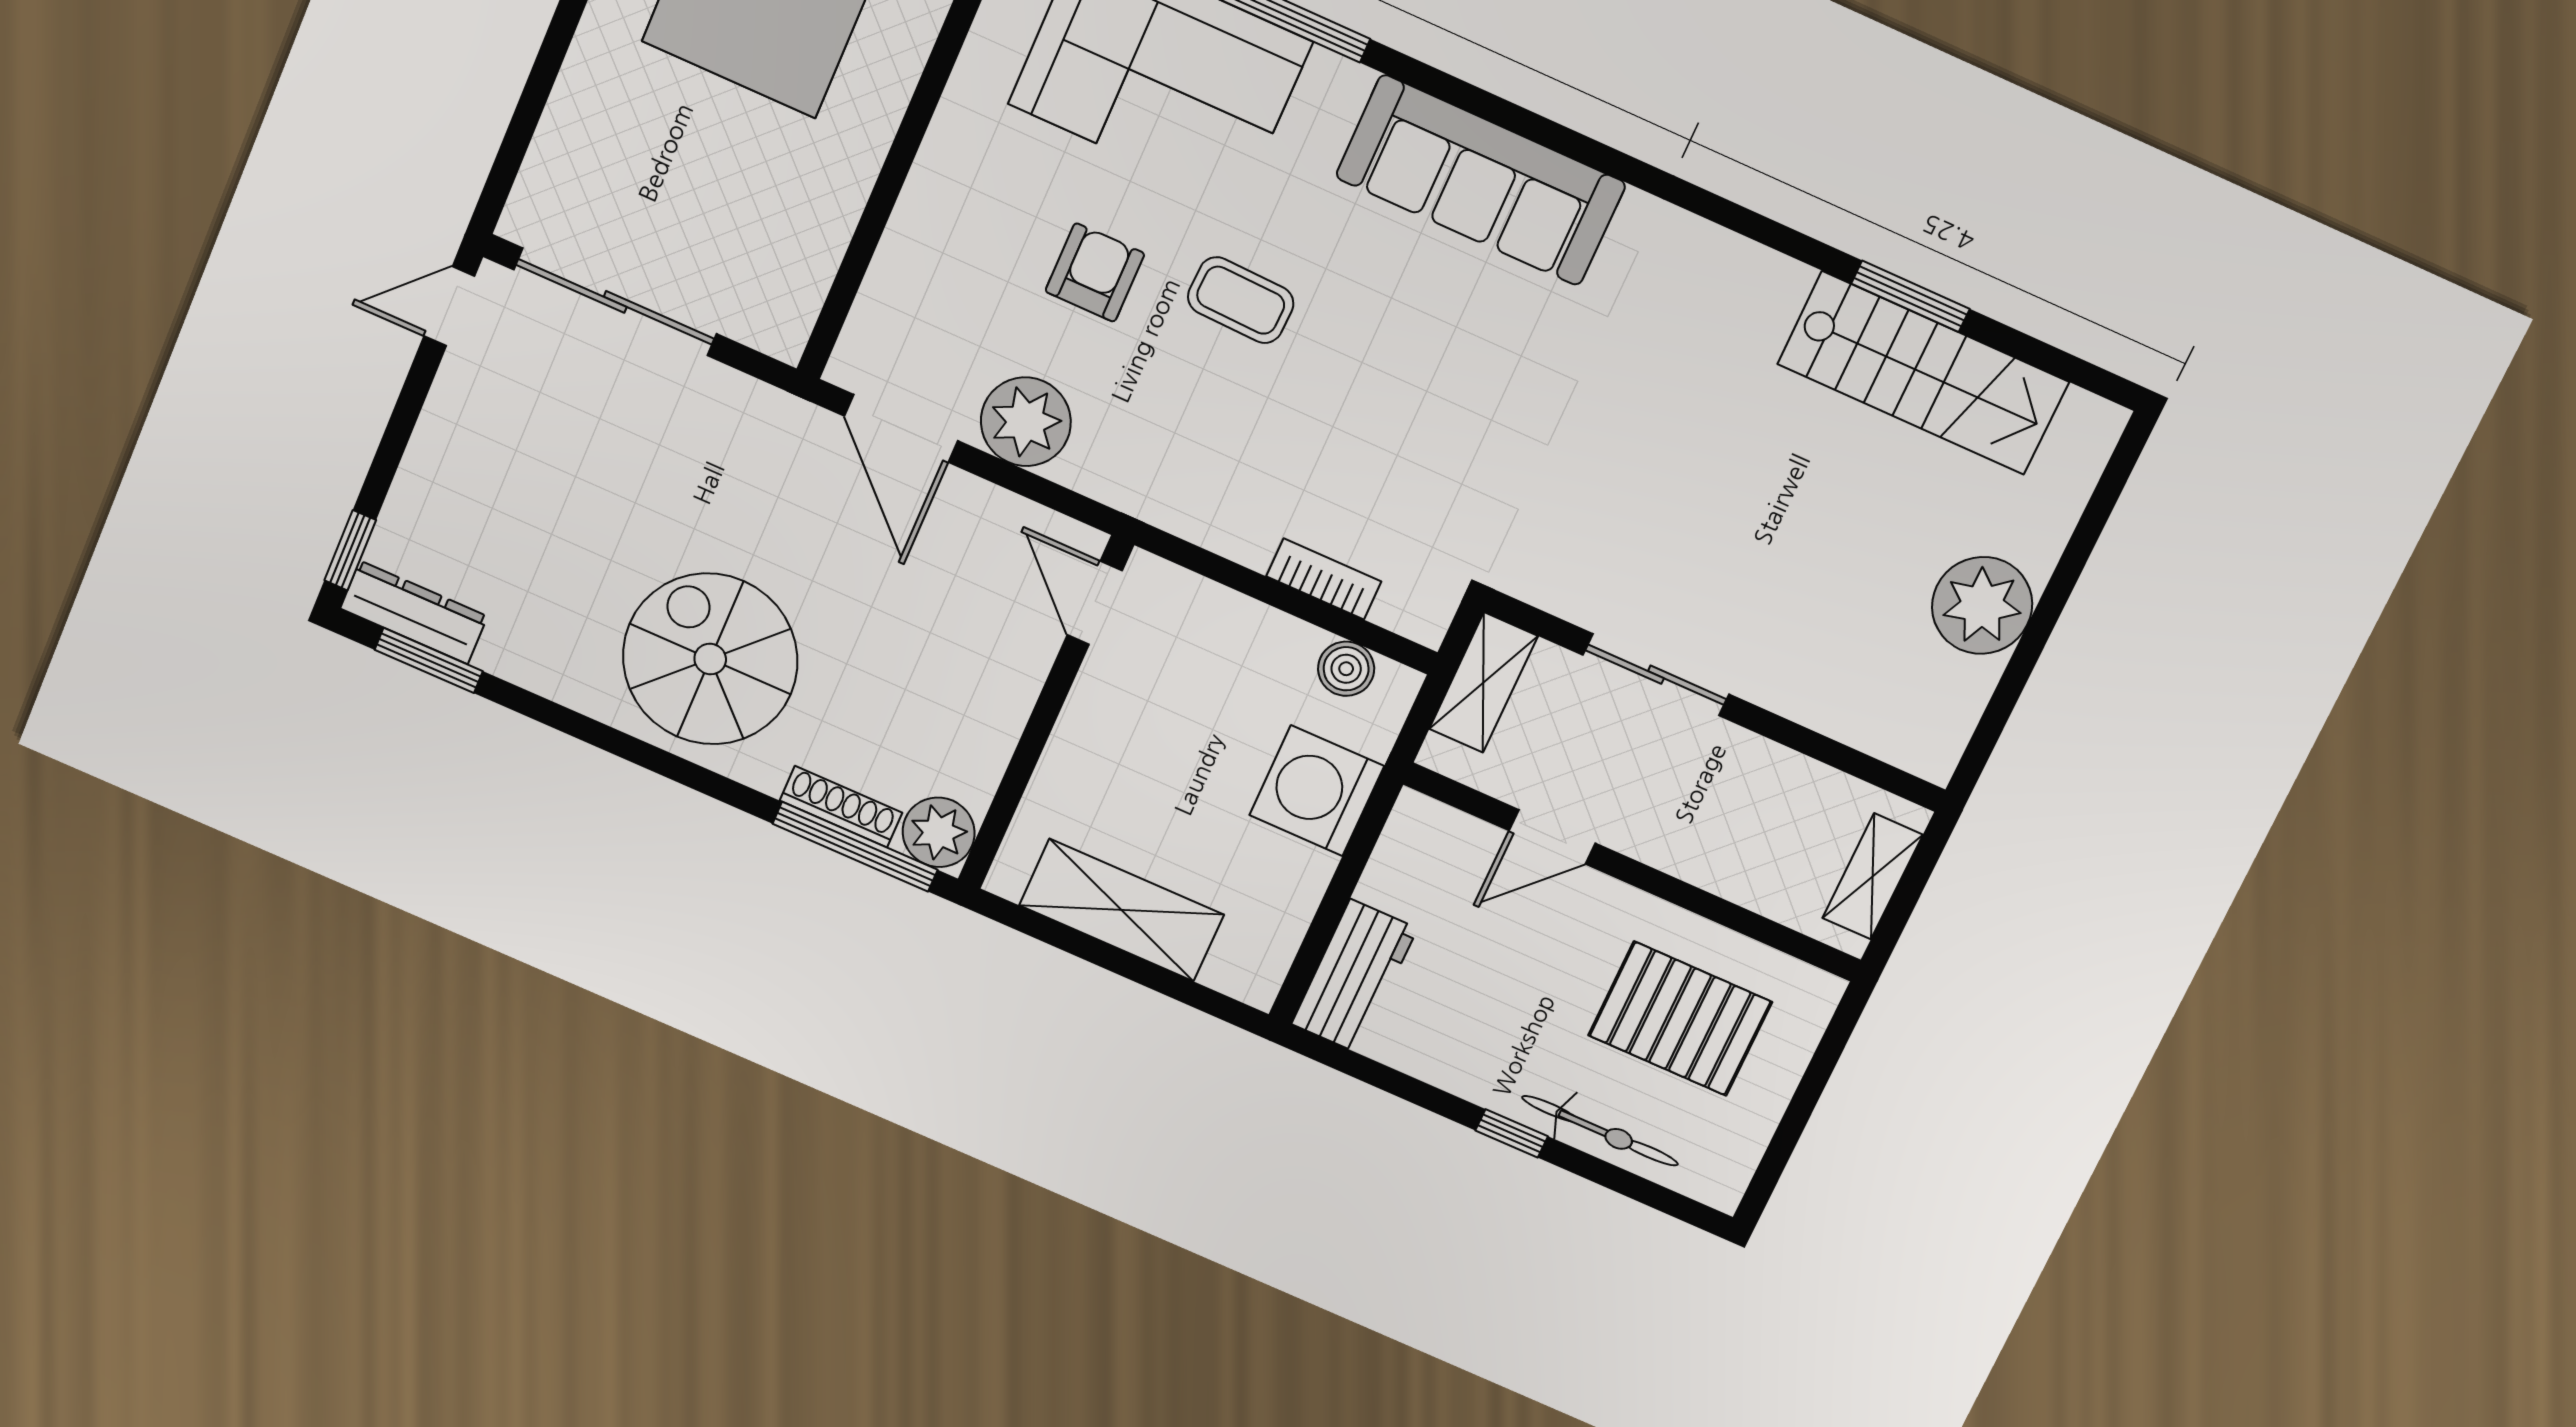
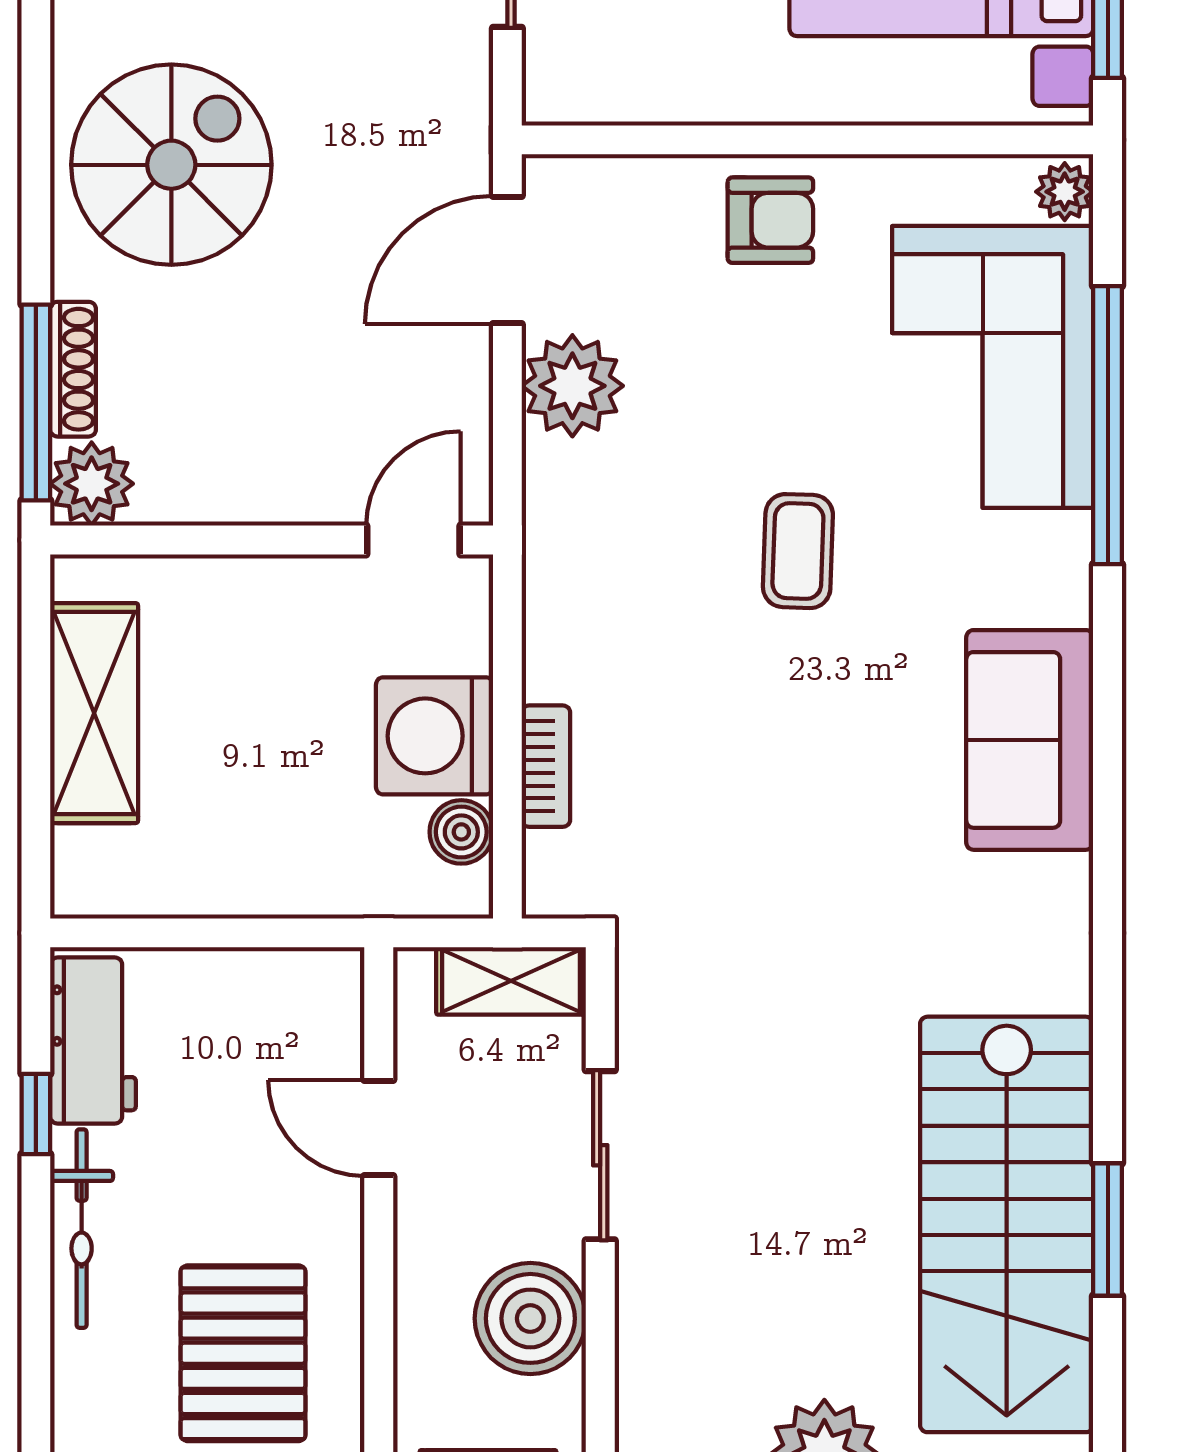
sofa: (1481, 180) -> (1030, 740), width x0.73
armchair: (1095, 272) -> (770, 220), moved
stairs: (1923, 373) -> (1007, 1224), width x1.36, depth x1.51
boiler: (1760, 787) -> (530, 1318), added
washing machine: (1317, 791) -> (435, 736), moved, turned -90
workbench: (1354, 976) -> (93, 1041), moved, turned -90
bicycle: (1600, 1131) -> (82, 1229), moved
window: (1512, 1133) -> (36, 1114), moved

